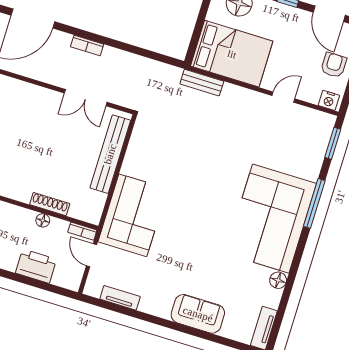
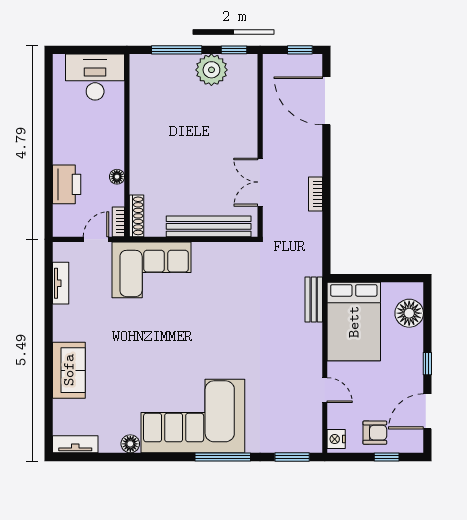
bookcase: (87, 46) -> (315, 194), moved
shoe rack: (50, 204) -> (136, 216), moved

